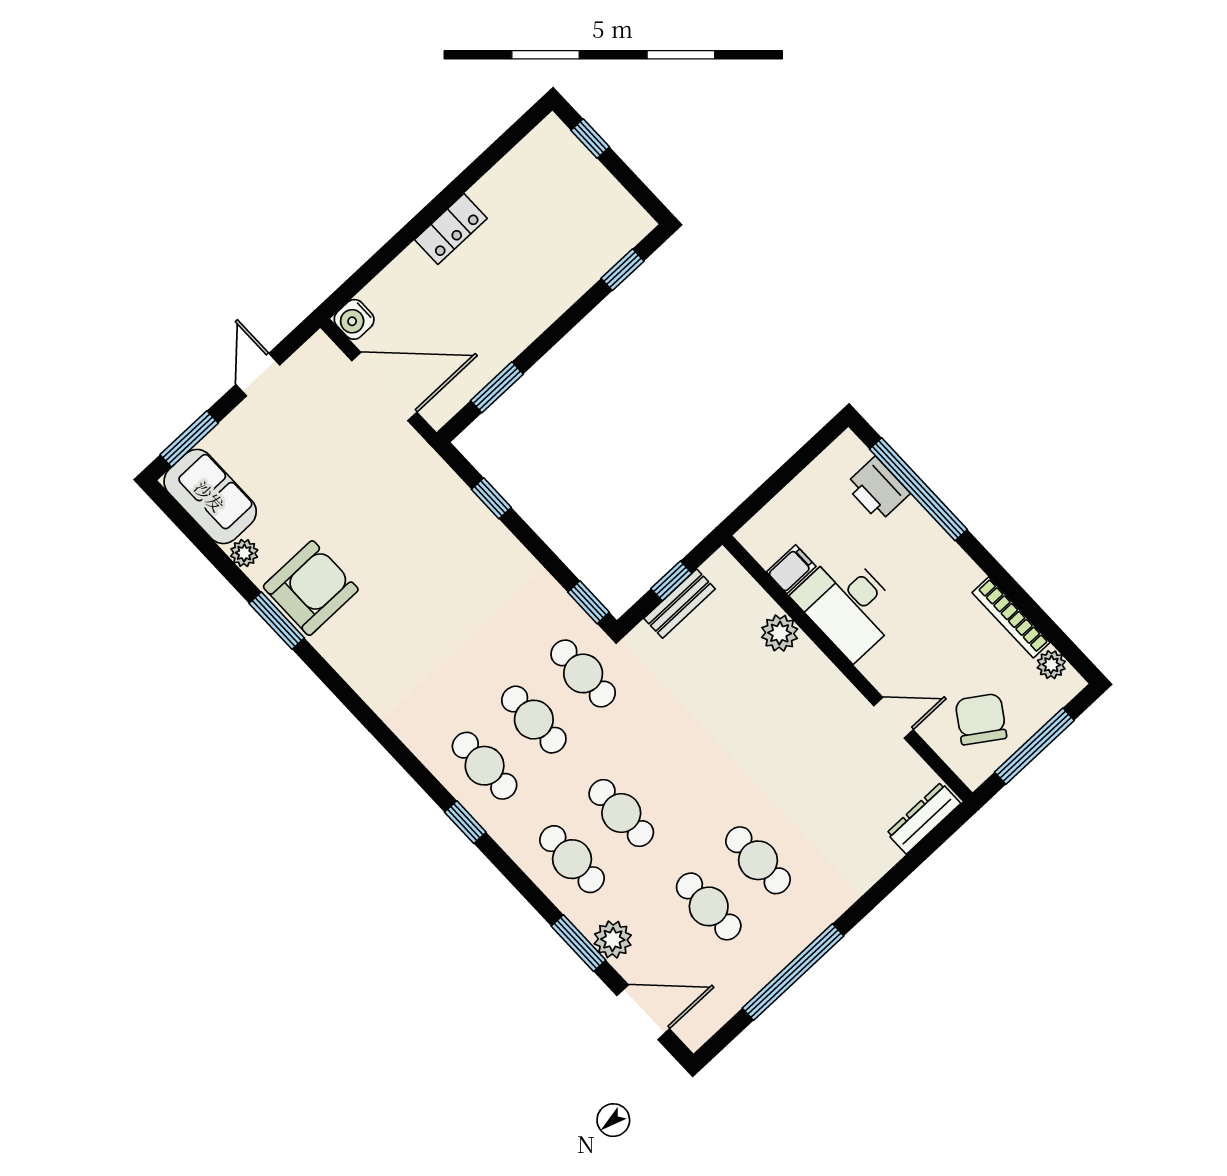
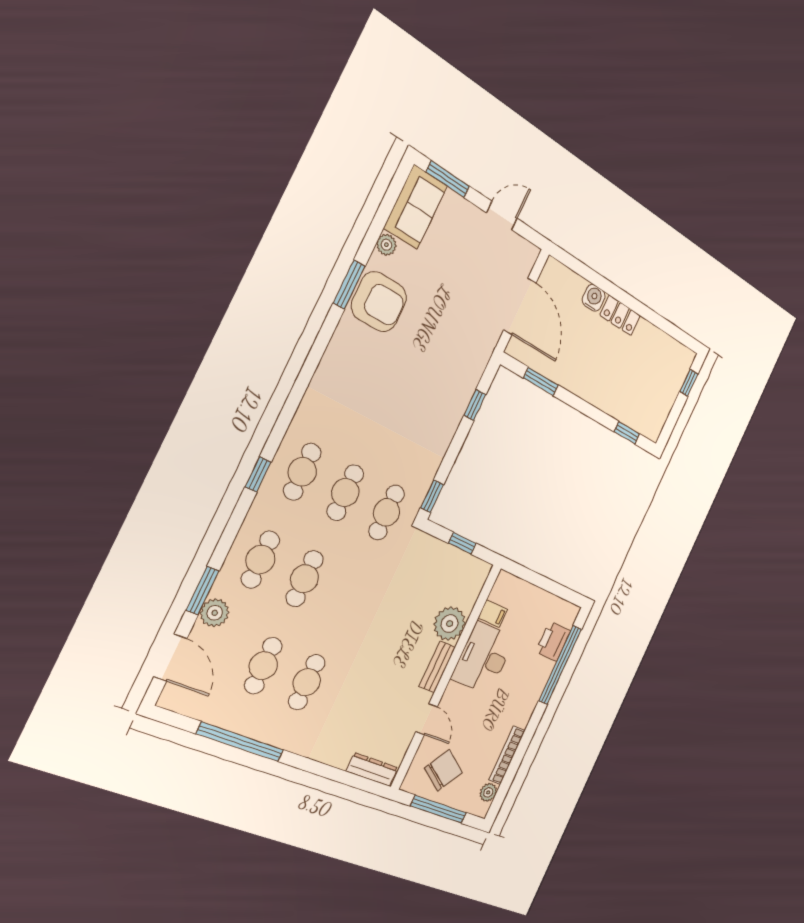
water cooler: (354, 319) -> (594, 298), moved, turned 90
bench: (680, 604) -> (437, 667), moved, turned 90
plant: (780, 633) -> (450, 624), width x1.36, depth x1.36

